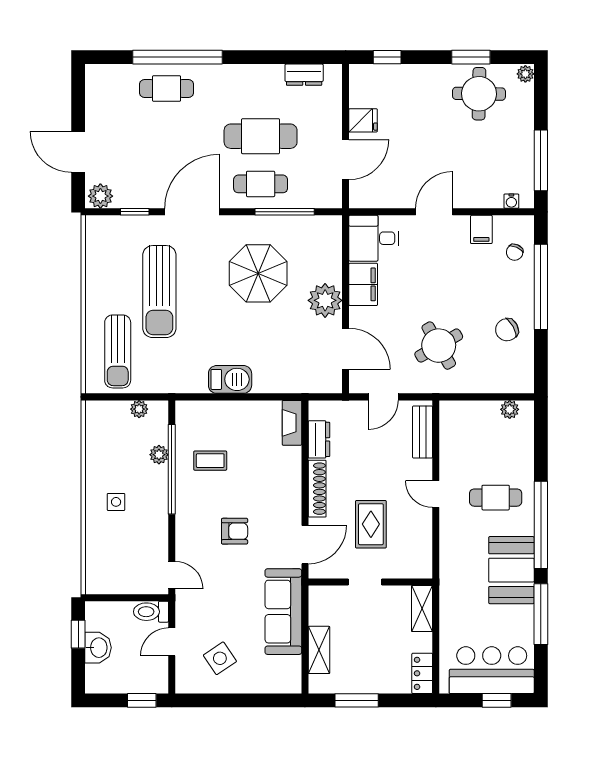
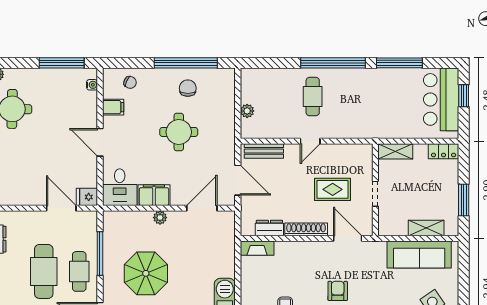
fridge: (363, 120) -> (87, 197), moved, turned -90
window: (541, 287) -> (186, 63), moved
plant: (325, 300) -> (160, 218), width x0.53, depth x0.53
chair: (507, 330) -> (188, 88), turned -151
round table: (439, 346) -> (179, 132), moved, turned 30
door: (383, 397) -> (238, 180), width x1.38
plant: (510, 409) -> (247, 111), moved
booth: (511, 570) -> (367, 85), removed
sofa: (283, 612) -> (419, 255), moved

